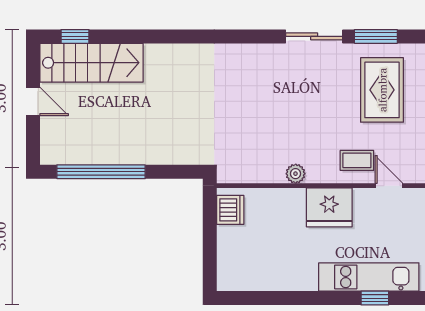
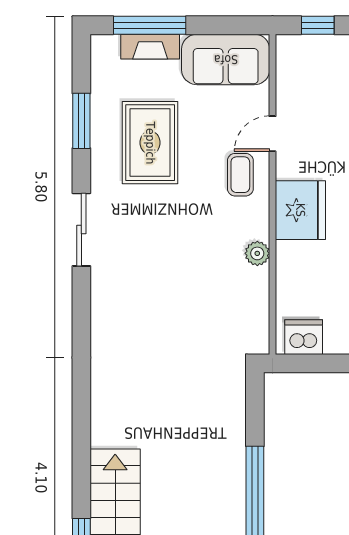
window: (376, 36) -> (81, 121), moved
rug: (382, 90) -> (150, 143), turned 90

